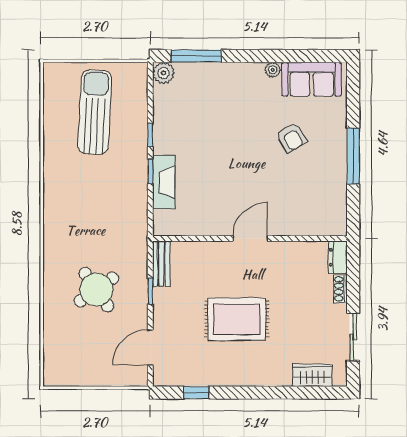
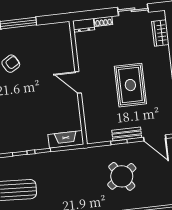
fireplace: (164, 182) -> (66, 139), moved
bench: (161, 264) -> (127, 134), moved

